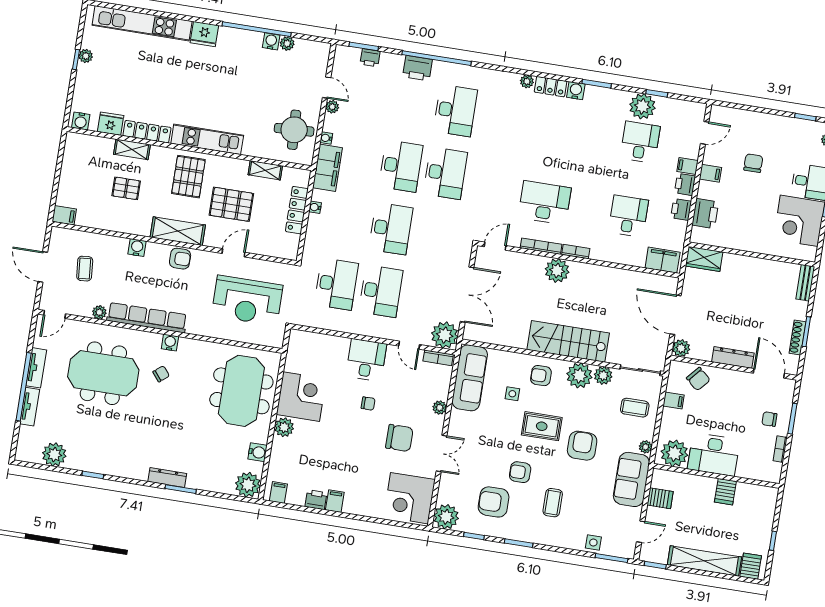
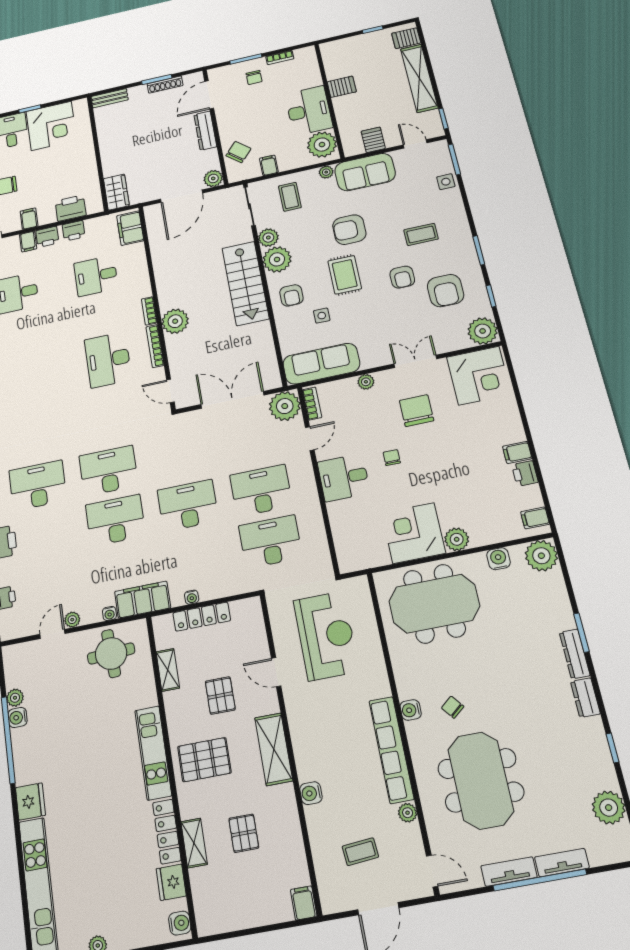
pallet: (231, 204) -> (220, 695), width x0.67, depth x0.71
armchair: (180, 259) -> (306, 734), removed
dresser: (134, 471) -> (585, 698), added

